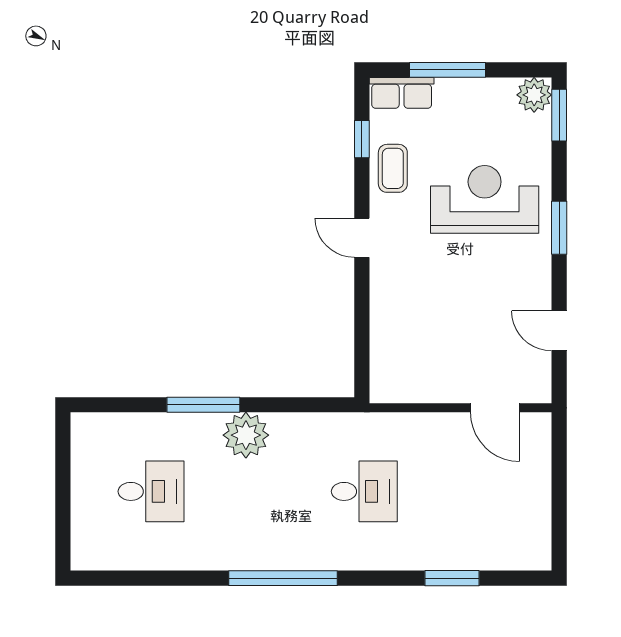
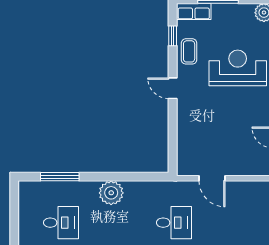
window: (203, 405) -> (60, 177), moved
door: (495, 408) -> (212, 178), moved

